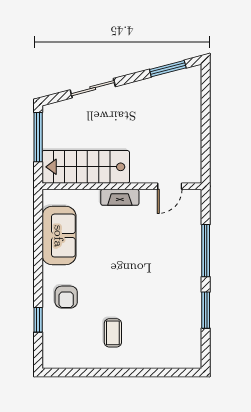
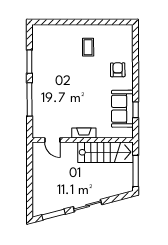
sliding door: (93, 88) -> (88, 206), moved
door: (170, 186) -> (52, 140), swing flipped
window: (38, 320) -> (136, 110), moved

